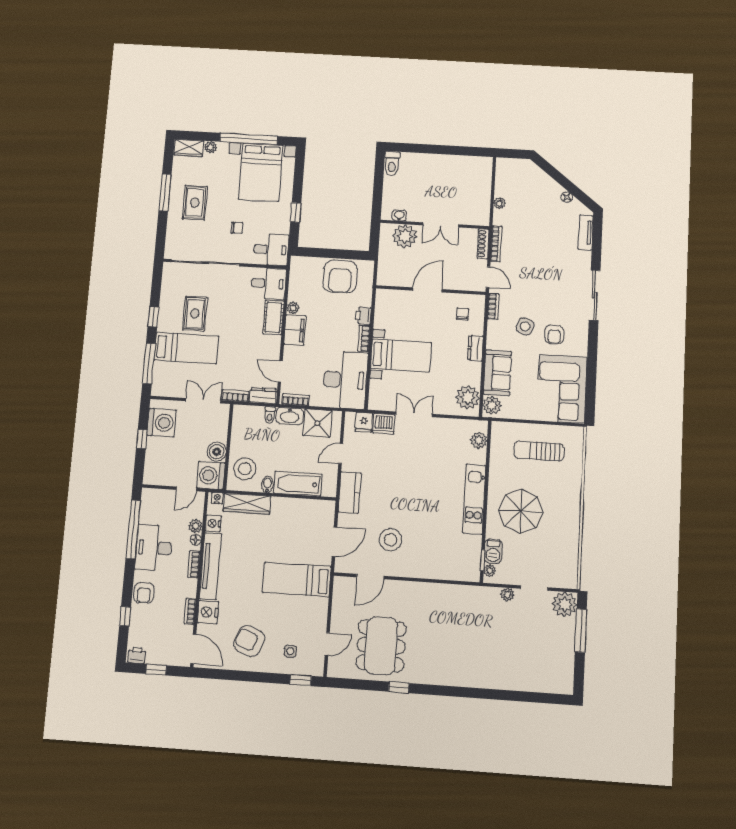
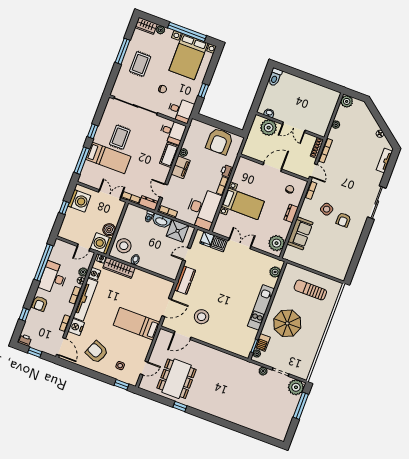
corner sofa: (562, 389) -> (337, 256), removed
plant: (492, 405) -> (347, 101), moved
bathtub: (298, 484) -> (154, 265), removed

